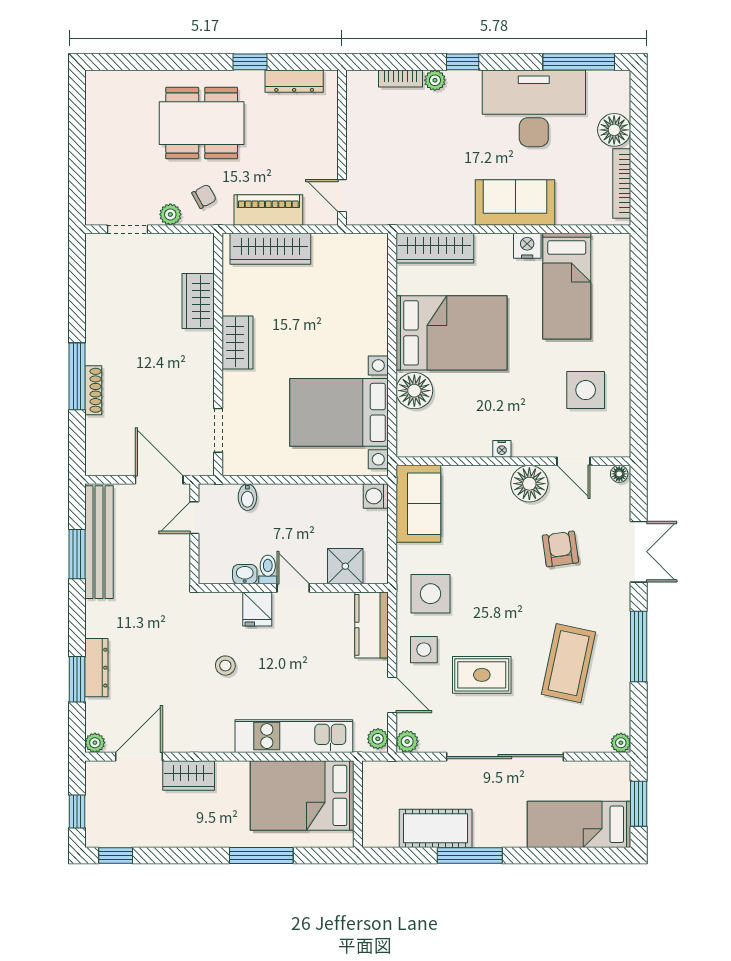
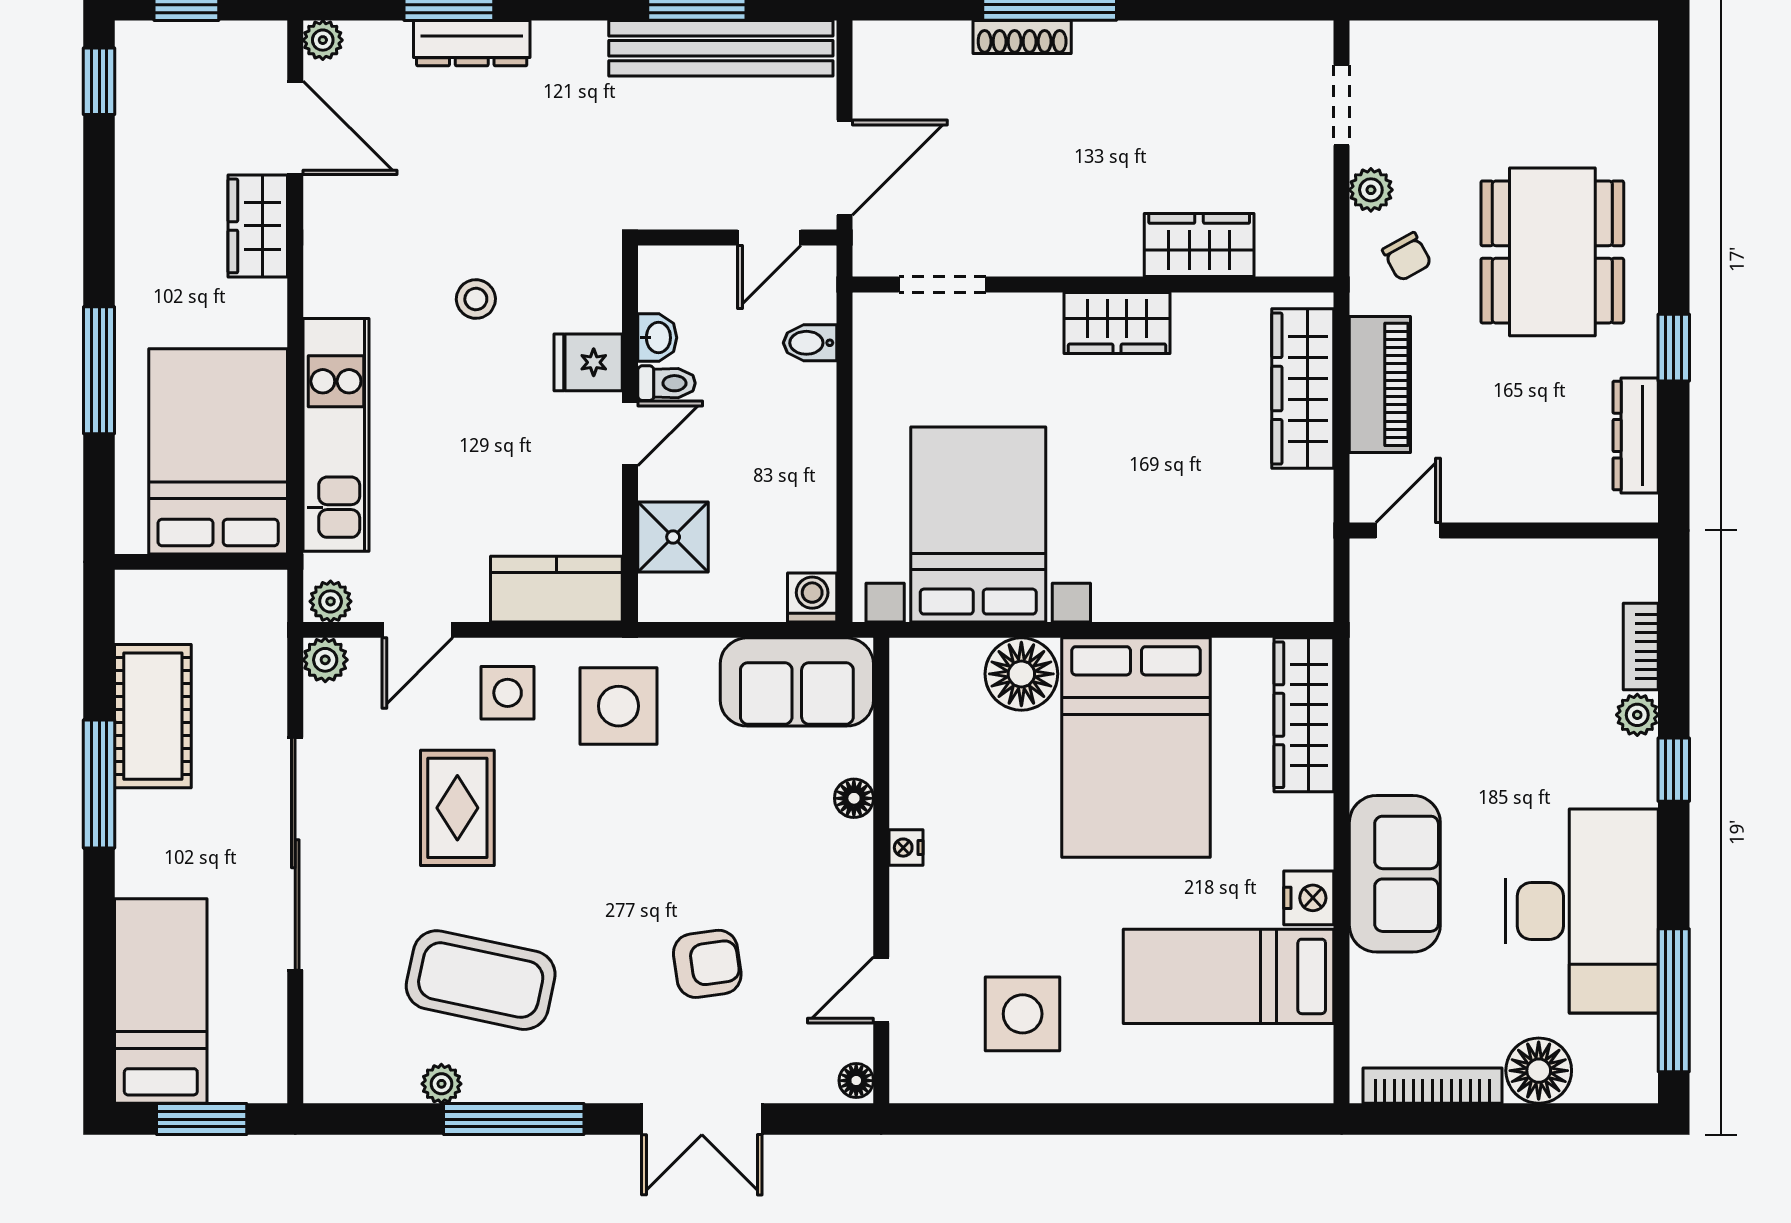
floor lamp: (529, 484) -> (854, 798), moved, width x0.53, depth x0.53
door: (194, 518) -> (769, 238), swing flipped
plant: (621, 743) -> (441, 1084), moved

